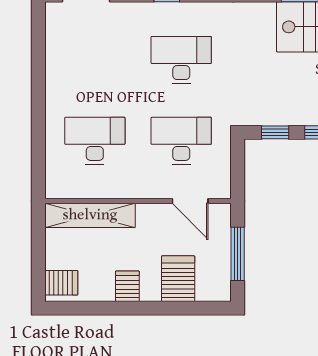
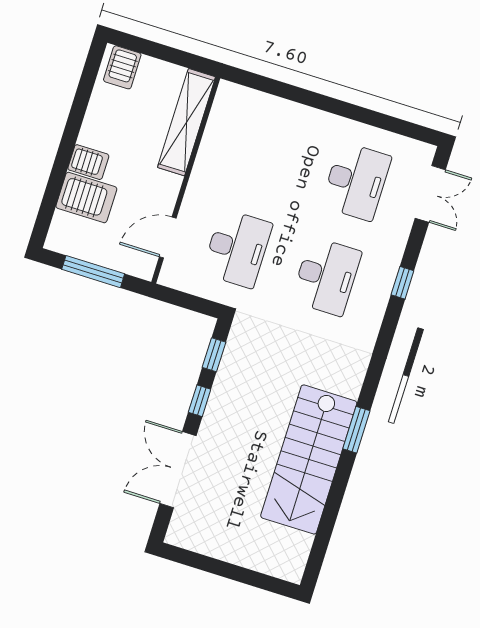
desk: (95, 141) -> (356, 181), moved
server rack: (127, 286) -> (88, 162), moved

